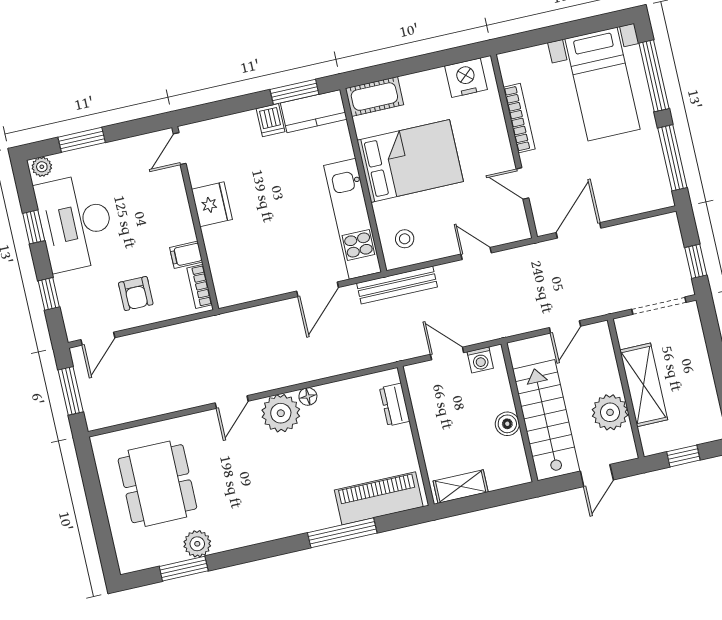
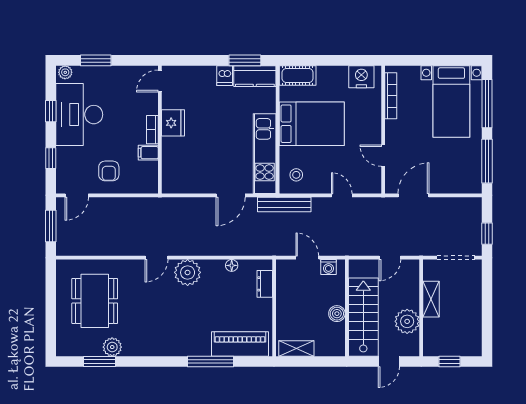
bookcase: (519, 118) -> (391, 96), moved
bookcase: (200, 286) -> (152, 130), moved
shelving: (644, 385) -> (431, 299), width x0.67, depth x0.75
floor lamp: (308, 397) -> (232, 265), moved

